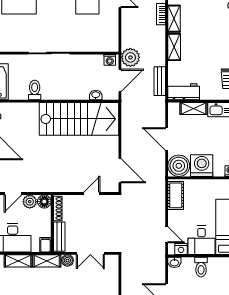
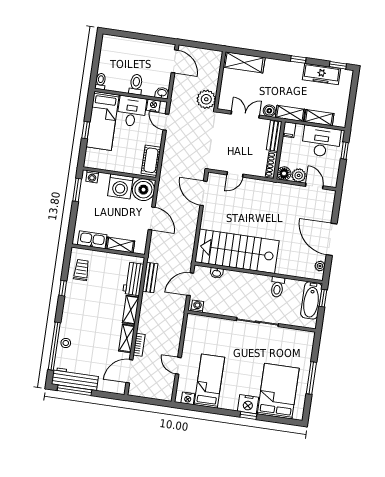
plant: (130, 57) -> (206, 99), moved
workbench: (184, 92) -> (133, 279), moved, turned 90
door: (13, 194) -> (314, 186), hinge flipped

